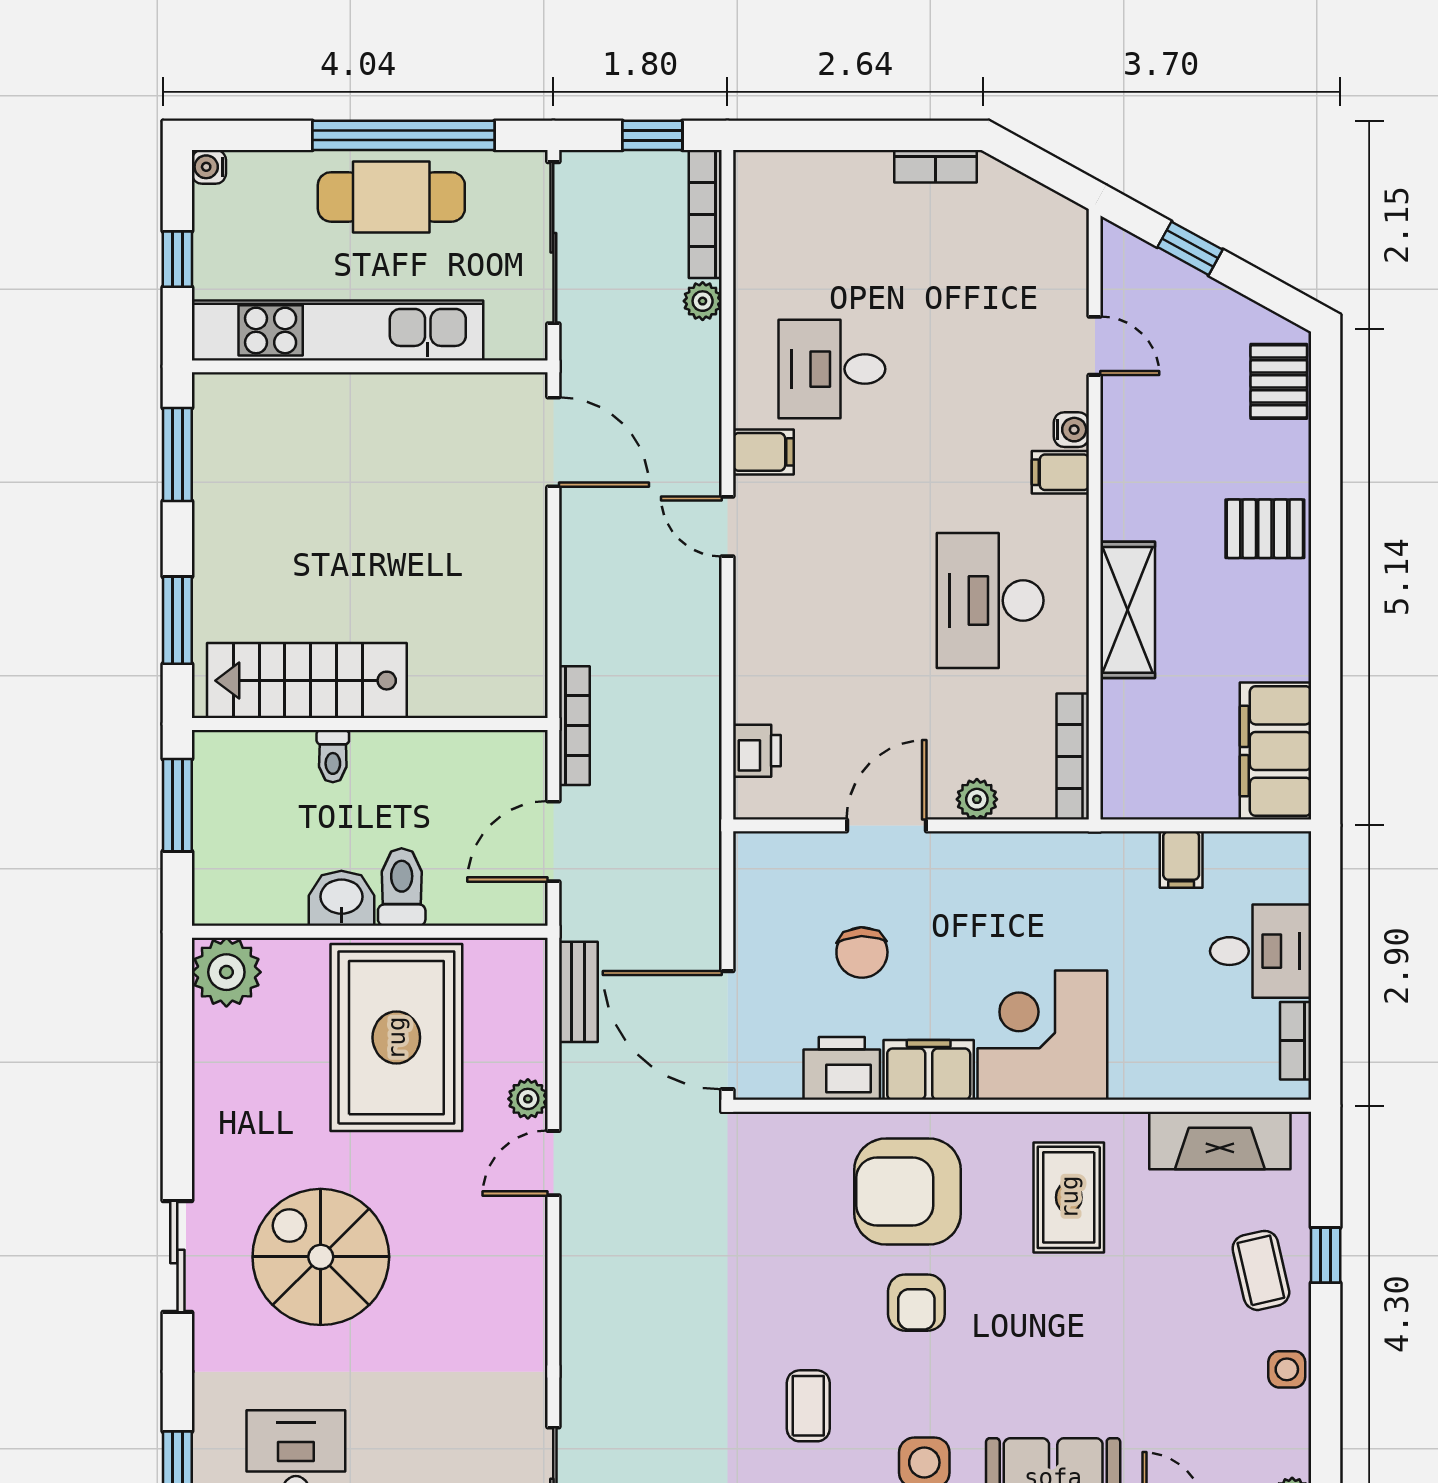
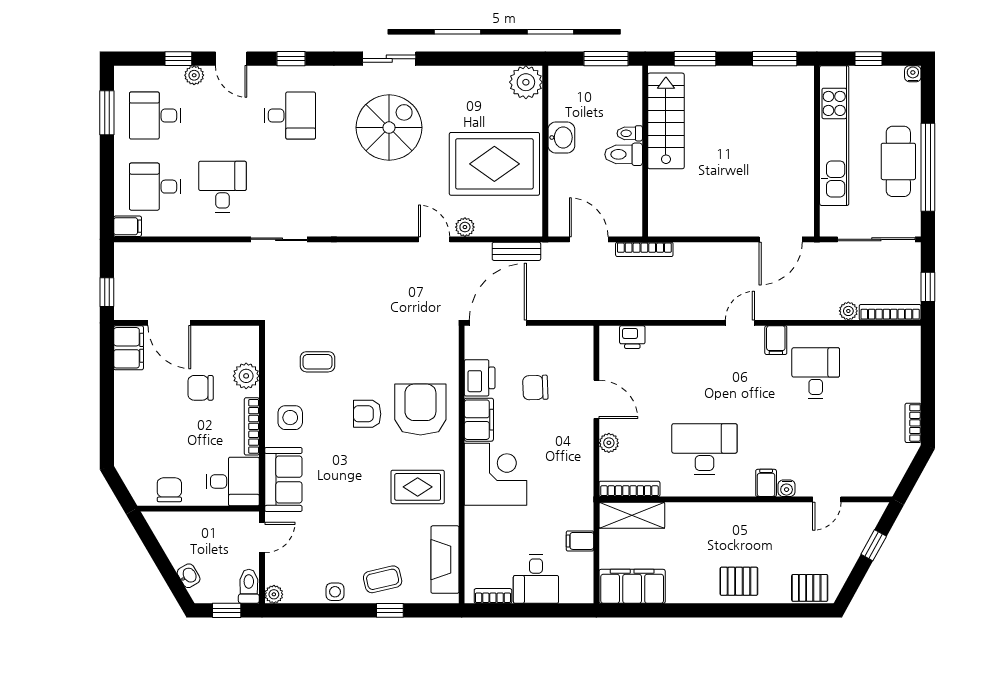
pallet: (1265, 529) -> (739, 581), turned 90
shelving: (1128, 610) -> (632, 515), moved
toilet: (402, 887) -> (624, 154), moved, turned 180

